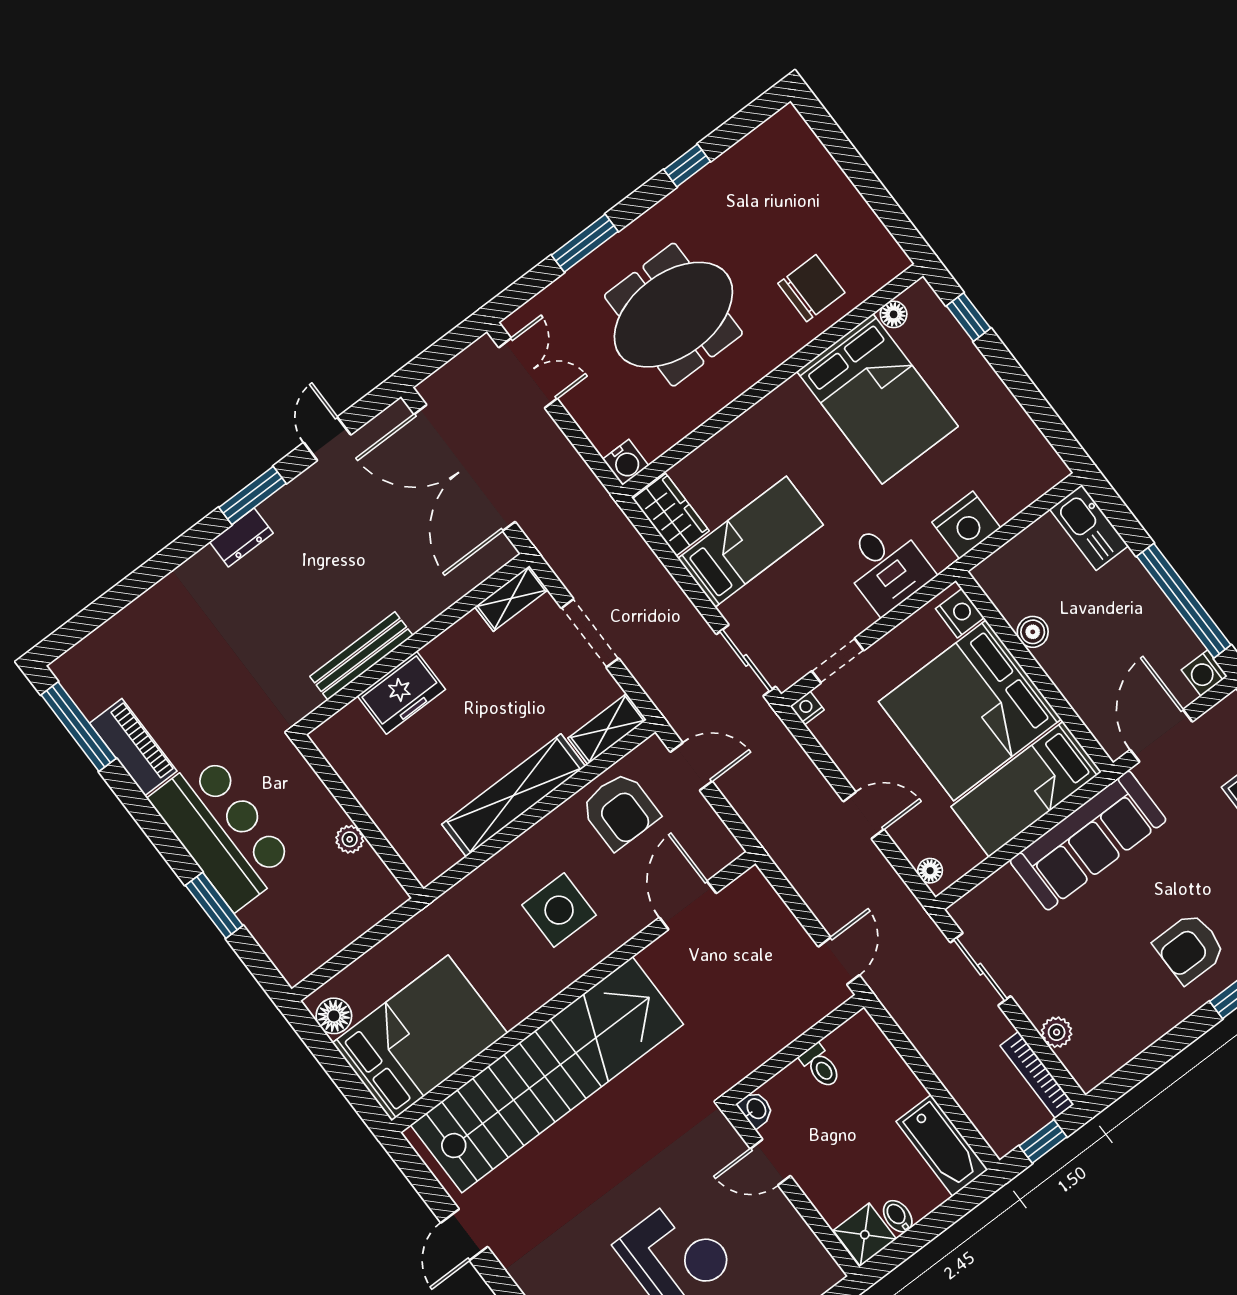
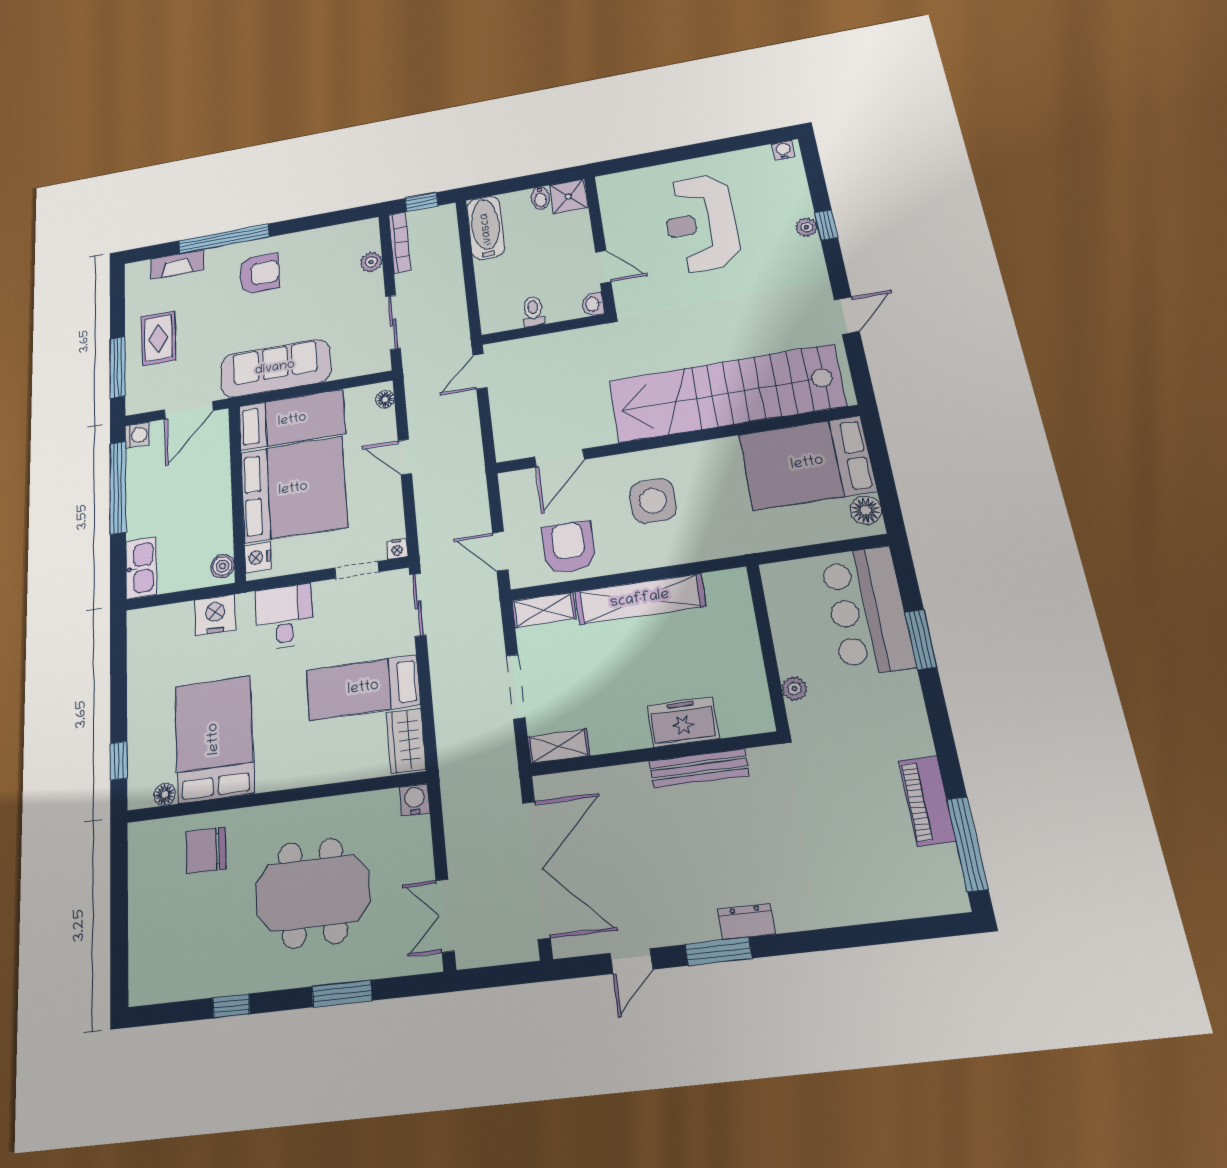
boiler: (1033, 632) -> (222, 566), moved
bar counter: (222, 831) -> (867, 611), moved
plant: (350, 839) -> (794, 689), moved

